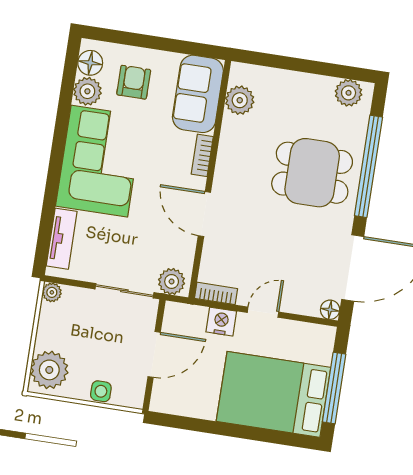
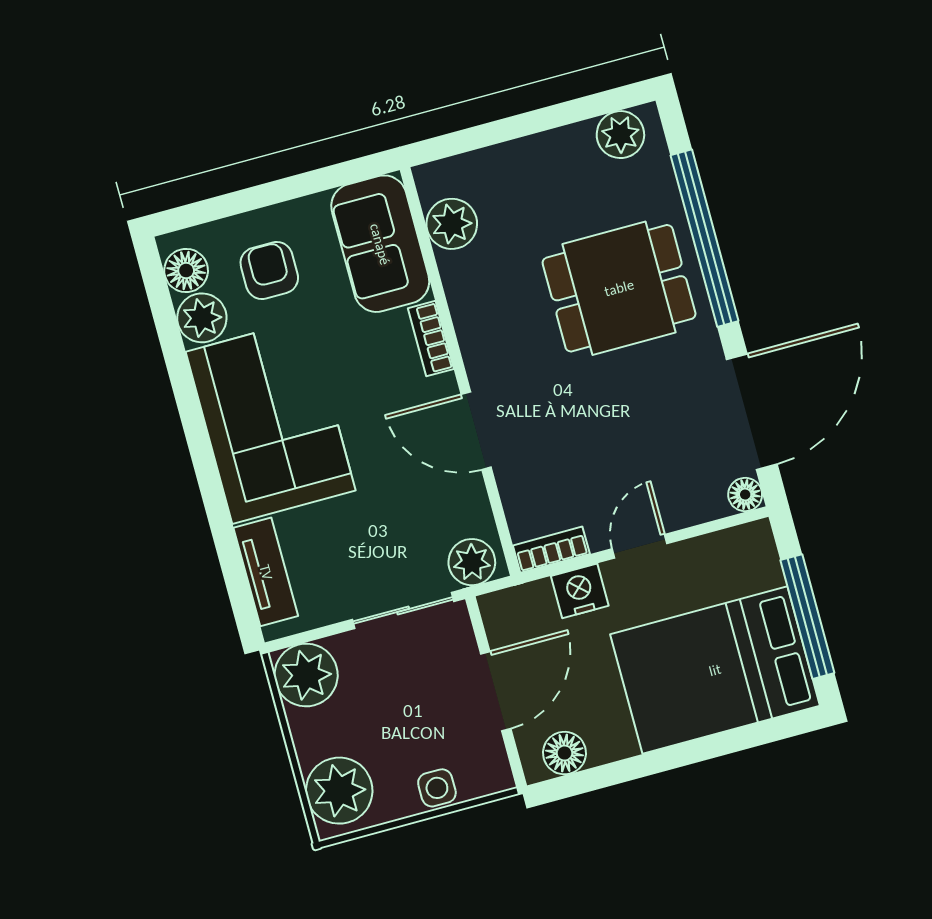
plant: (52, 292) -> (306, 675), width x1.87, depth x1.87
floor lamp: (176, 403) -> (564, 753), added

